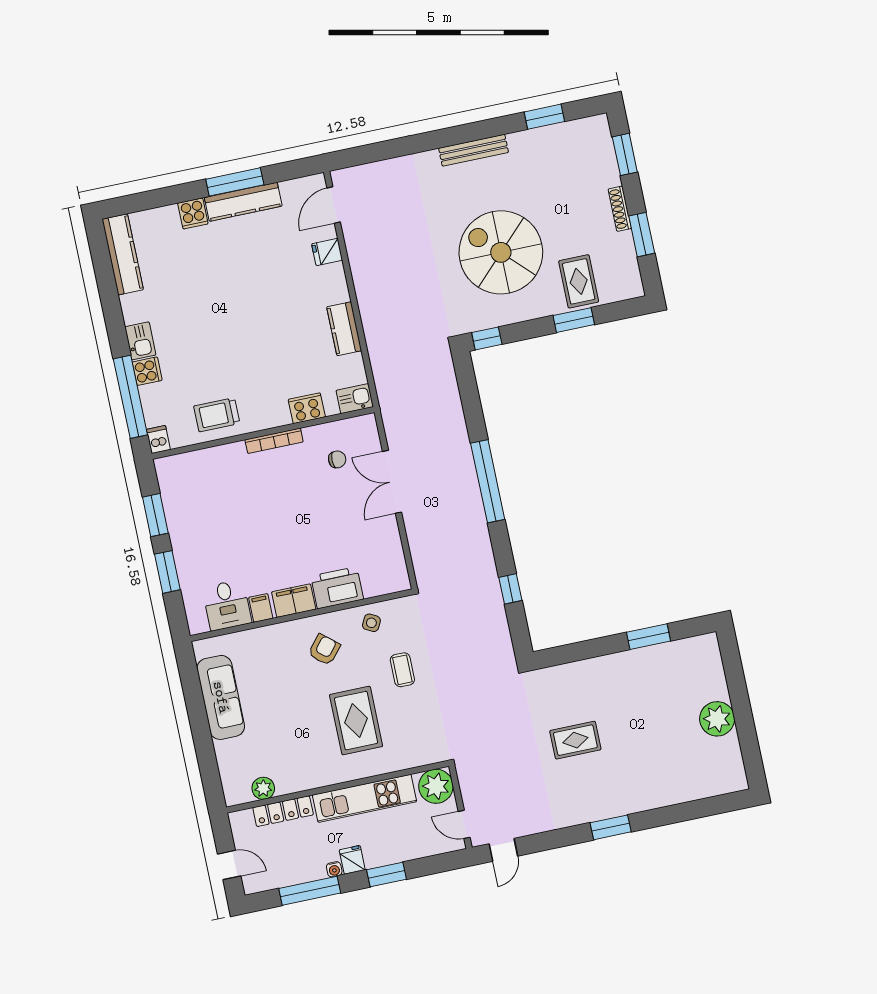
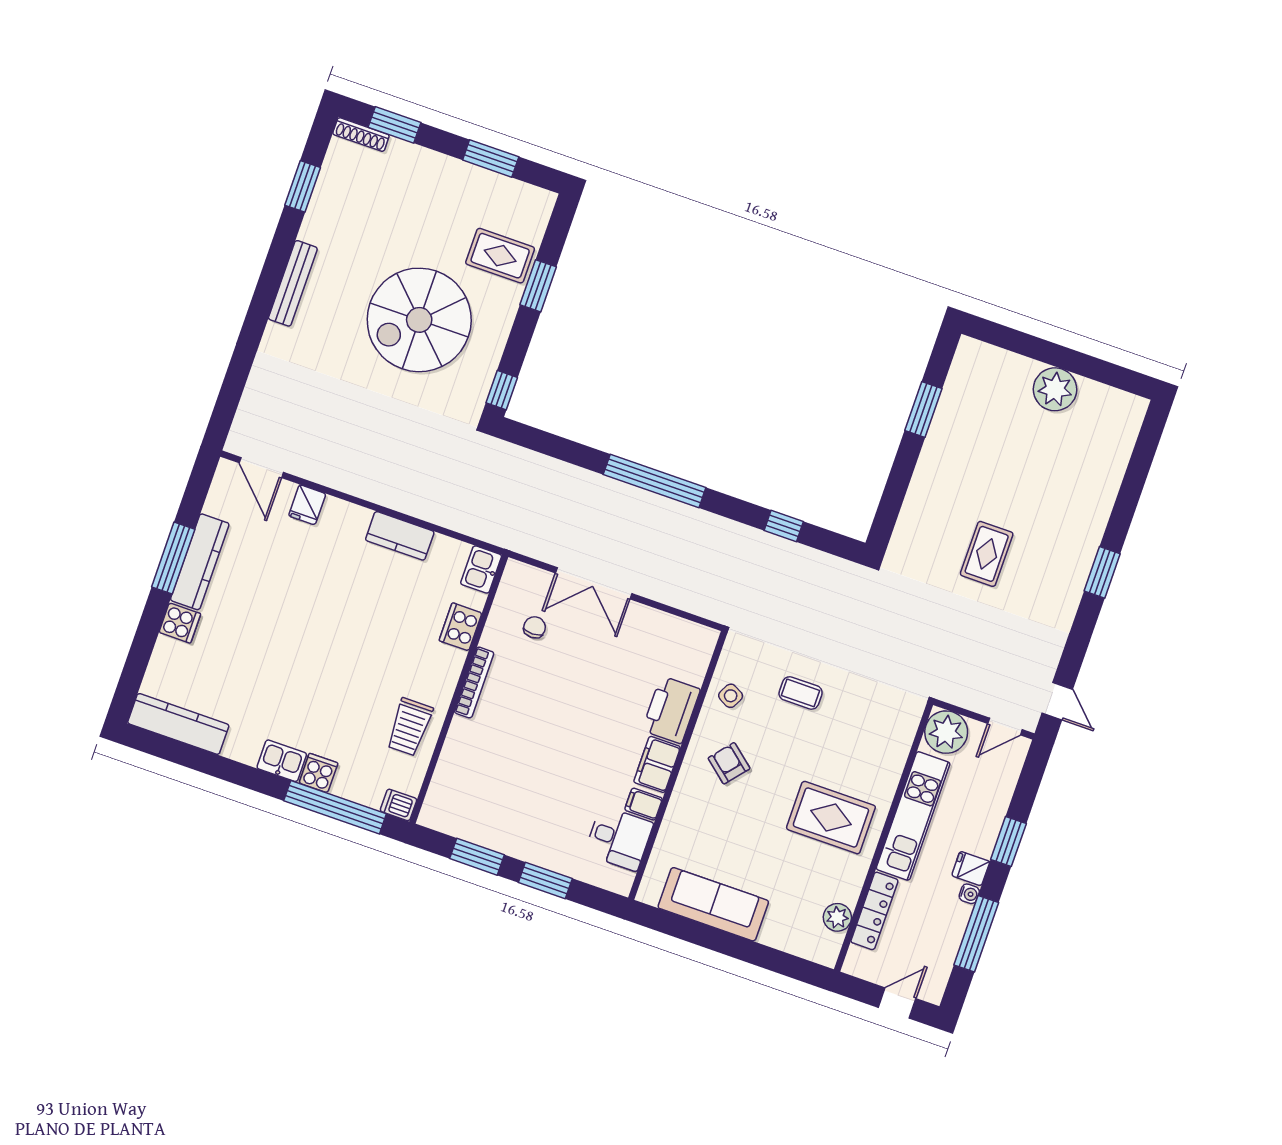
shoe rack: (620, 209) -> (361, 135), moved
rug: (356, 721) -> (831, 818), moved

